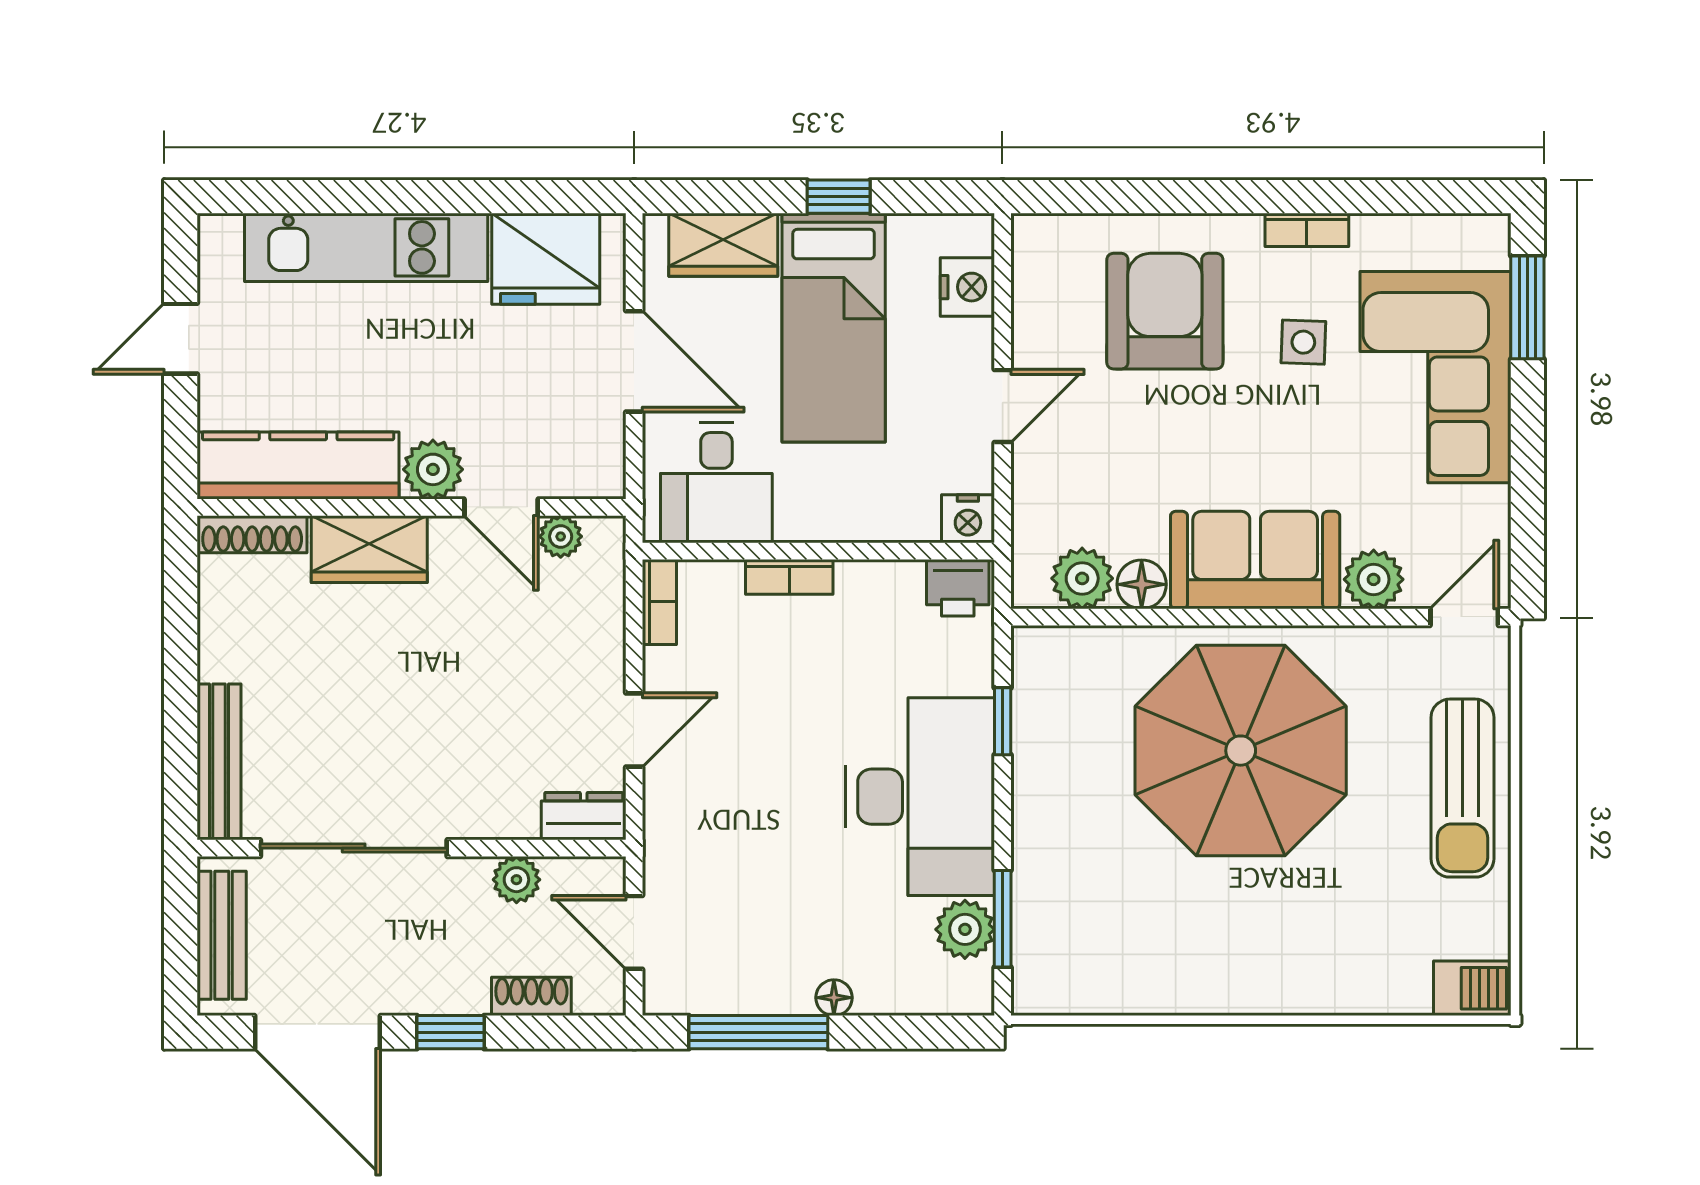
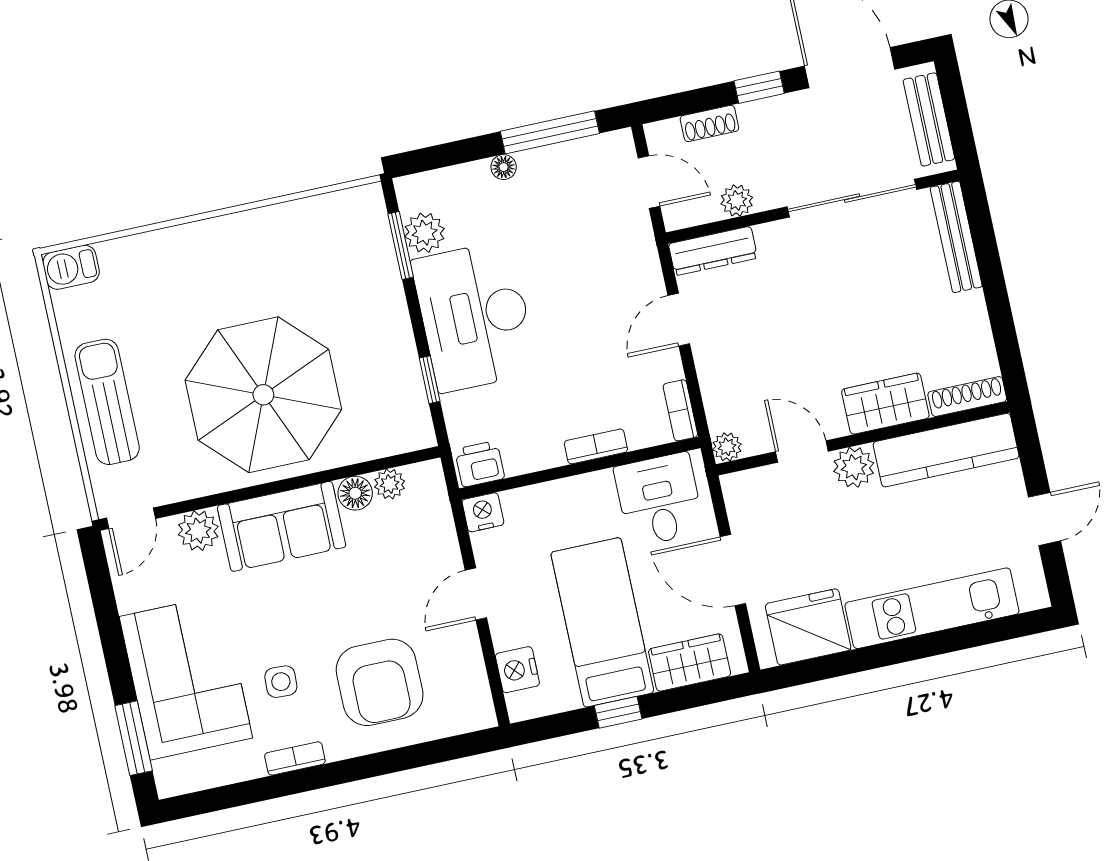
plant: (561, 536) -> (727, 447), moved
plant: (1082, 578) -> (390, 484), width x0.73, depth x0.73
dresser: (584, 816) -> (713, 251), width x1.44

